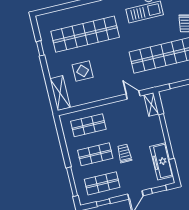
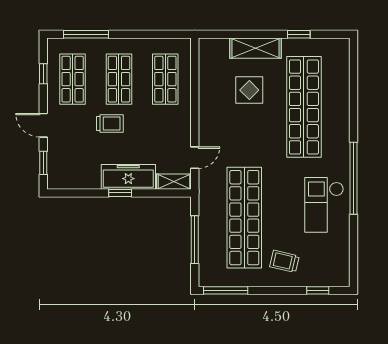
shelving: (60, 93) -> (255, 48), moved
window: (166, 137) -> (120, 193), width x0.32
freezer: (162, 161) -> (128, 177), moved

